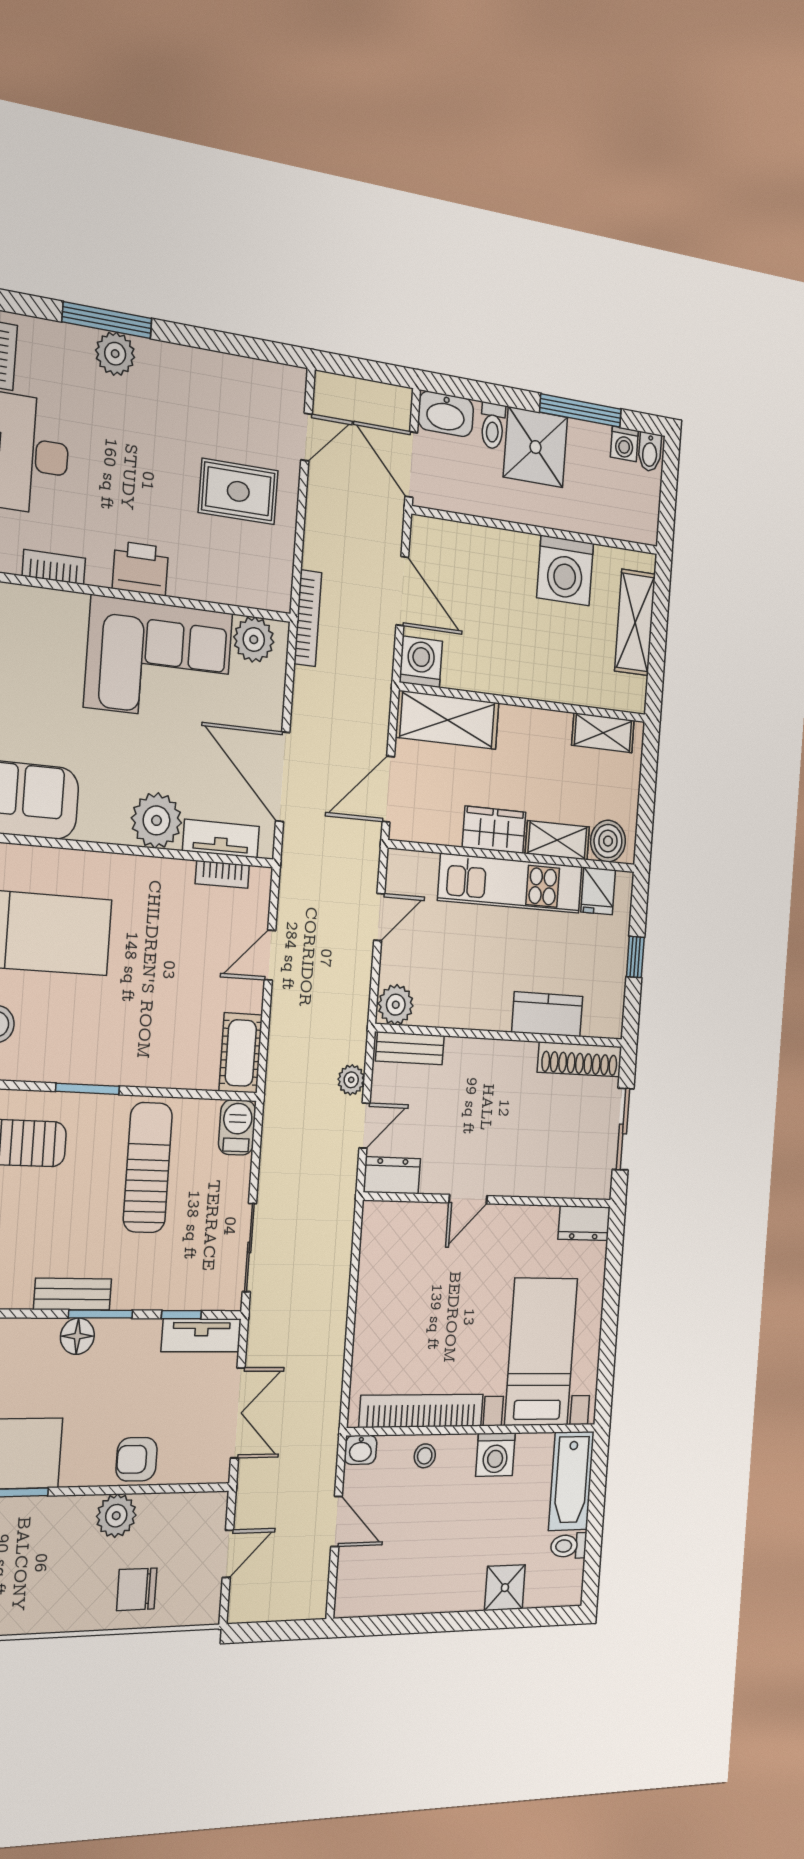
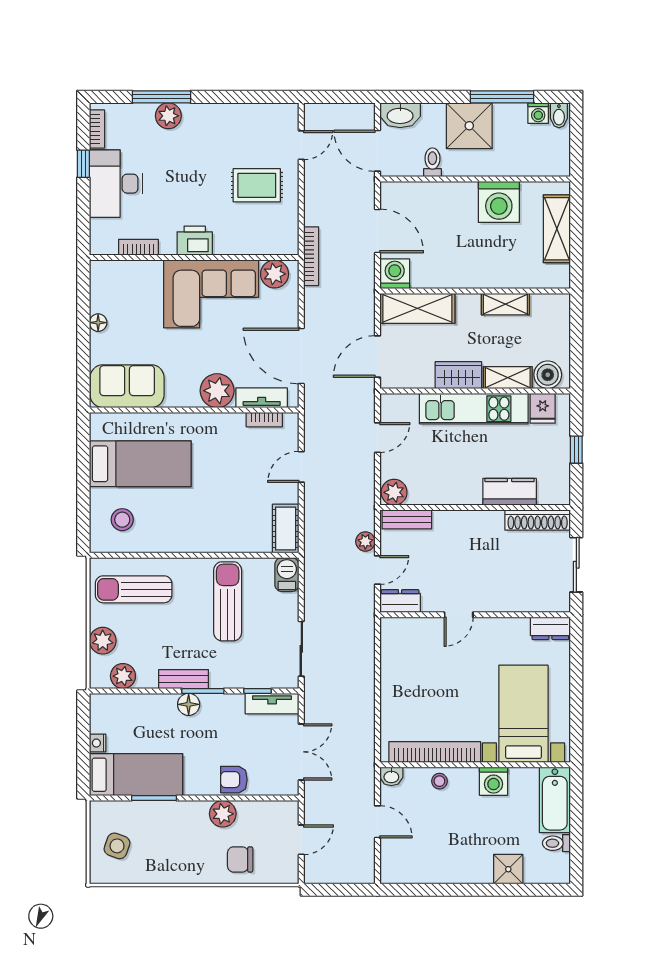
toilet: (493, 426) -> (432, 162), moved, turned 180
shelving: (603, 733) -> (505, 304), moved
window: (88, 1089) -> (184, 555), removed

